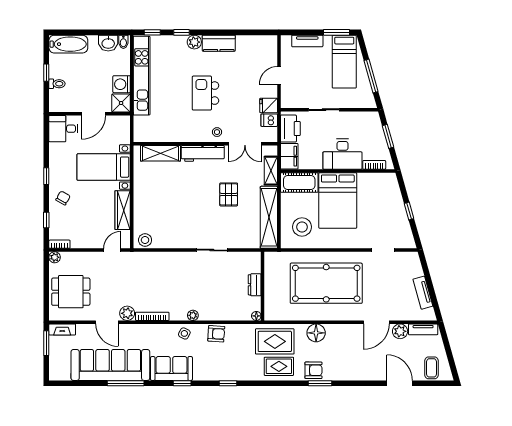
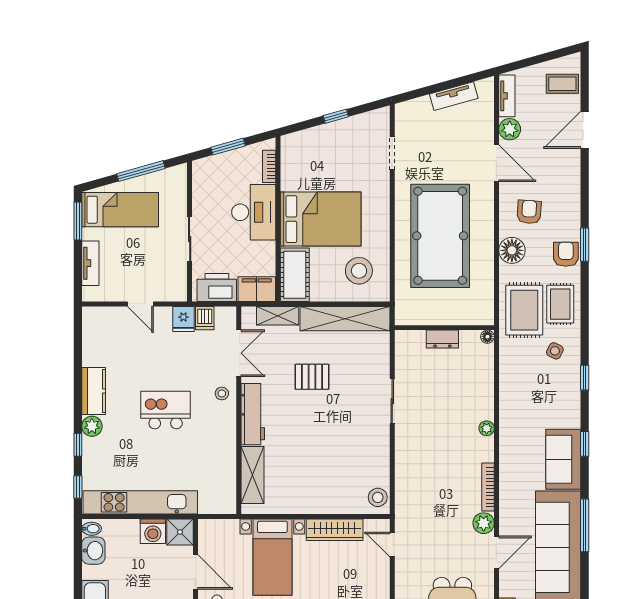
kitchen island: (205, 93) -> (166, 410), turned 180
side table: (184, 333) -> (555, 351), moved
armchair: (216, 334) -> (529, 212), moved

